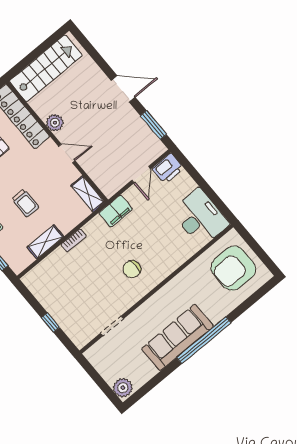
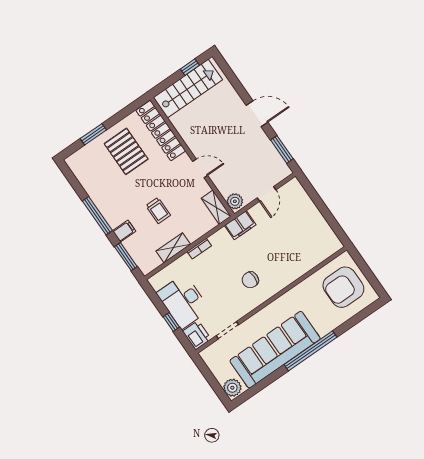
window: (46, 45) -> (190, 67), added
plant: (55, 123) -> (235, 201), moved
printer: (168, 168) -> (197, 335), moved, turned -90
desk: (200, 218) -> (183, 301), moved, turned 180
sofa: (178, 337) -> (275, 350), width x1.36, depth x1.27

